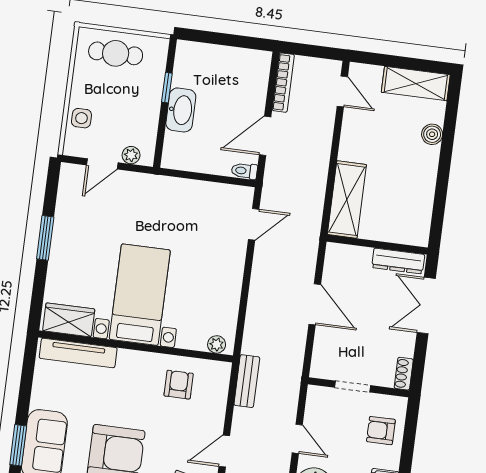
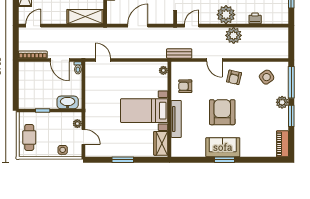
washbasin: (181, 110) -> (68, 102), moved
tv unit: (78, 353) -> (176, 119), moved
door: (297, 439) -> (192, 26), moved

